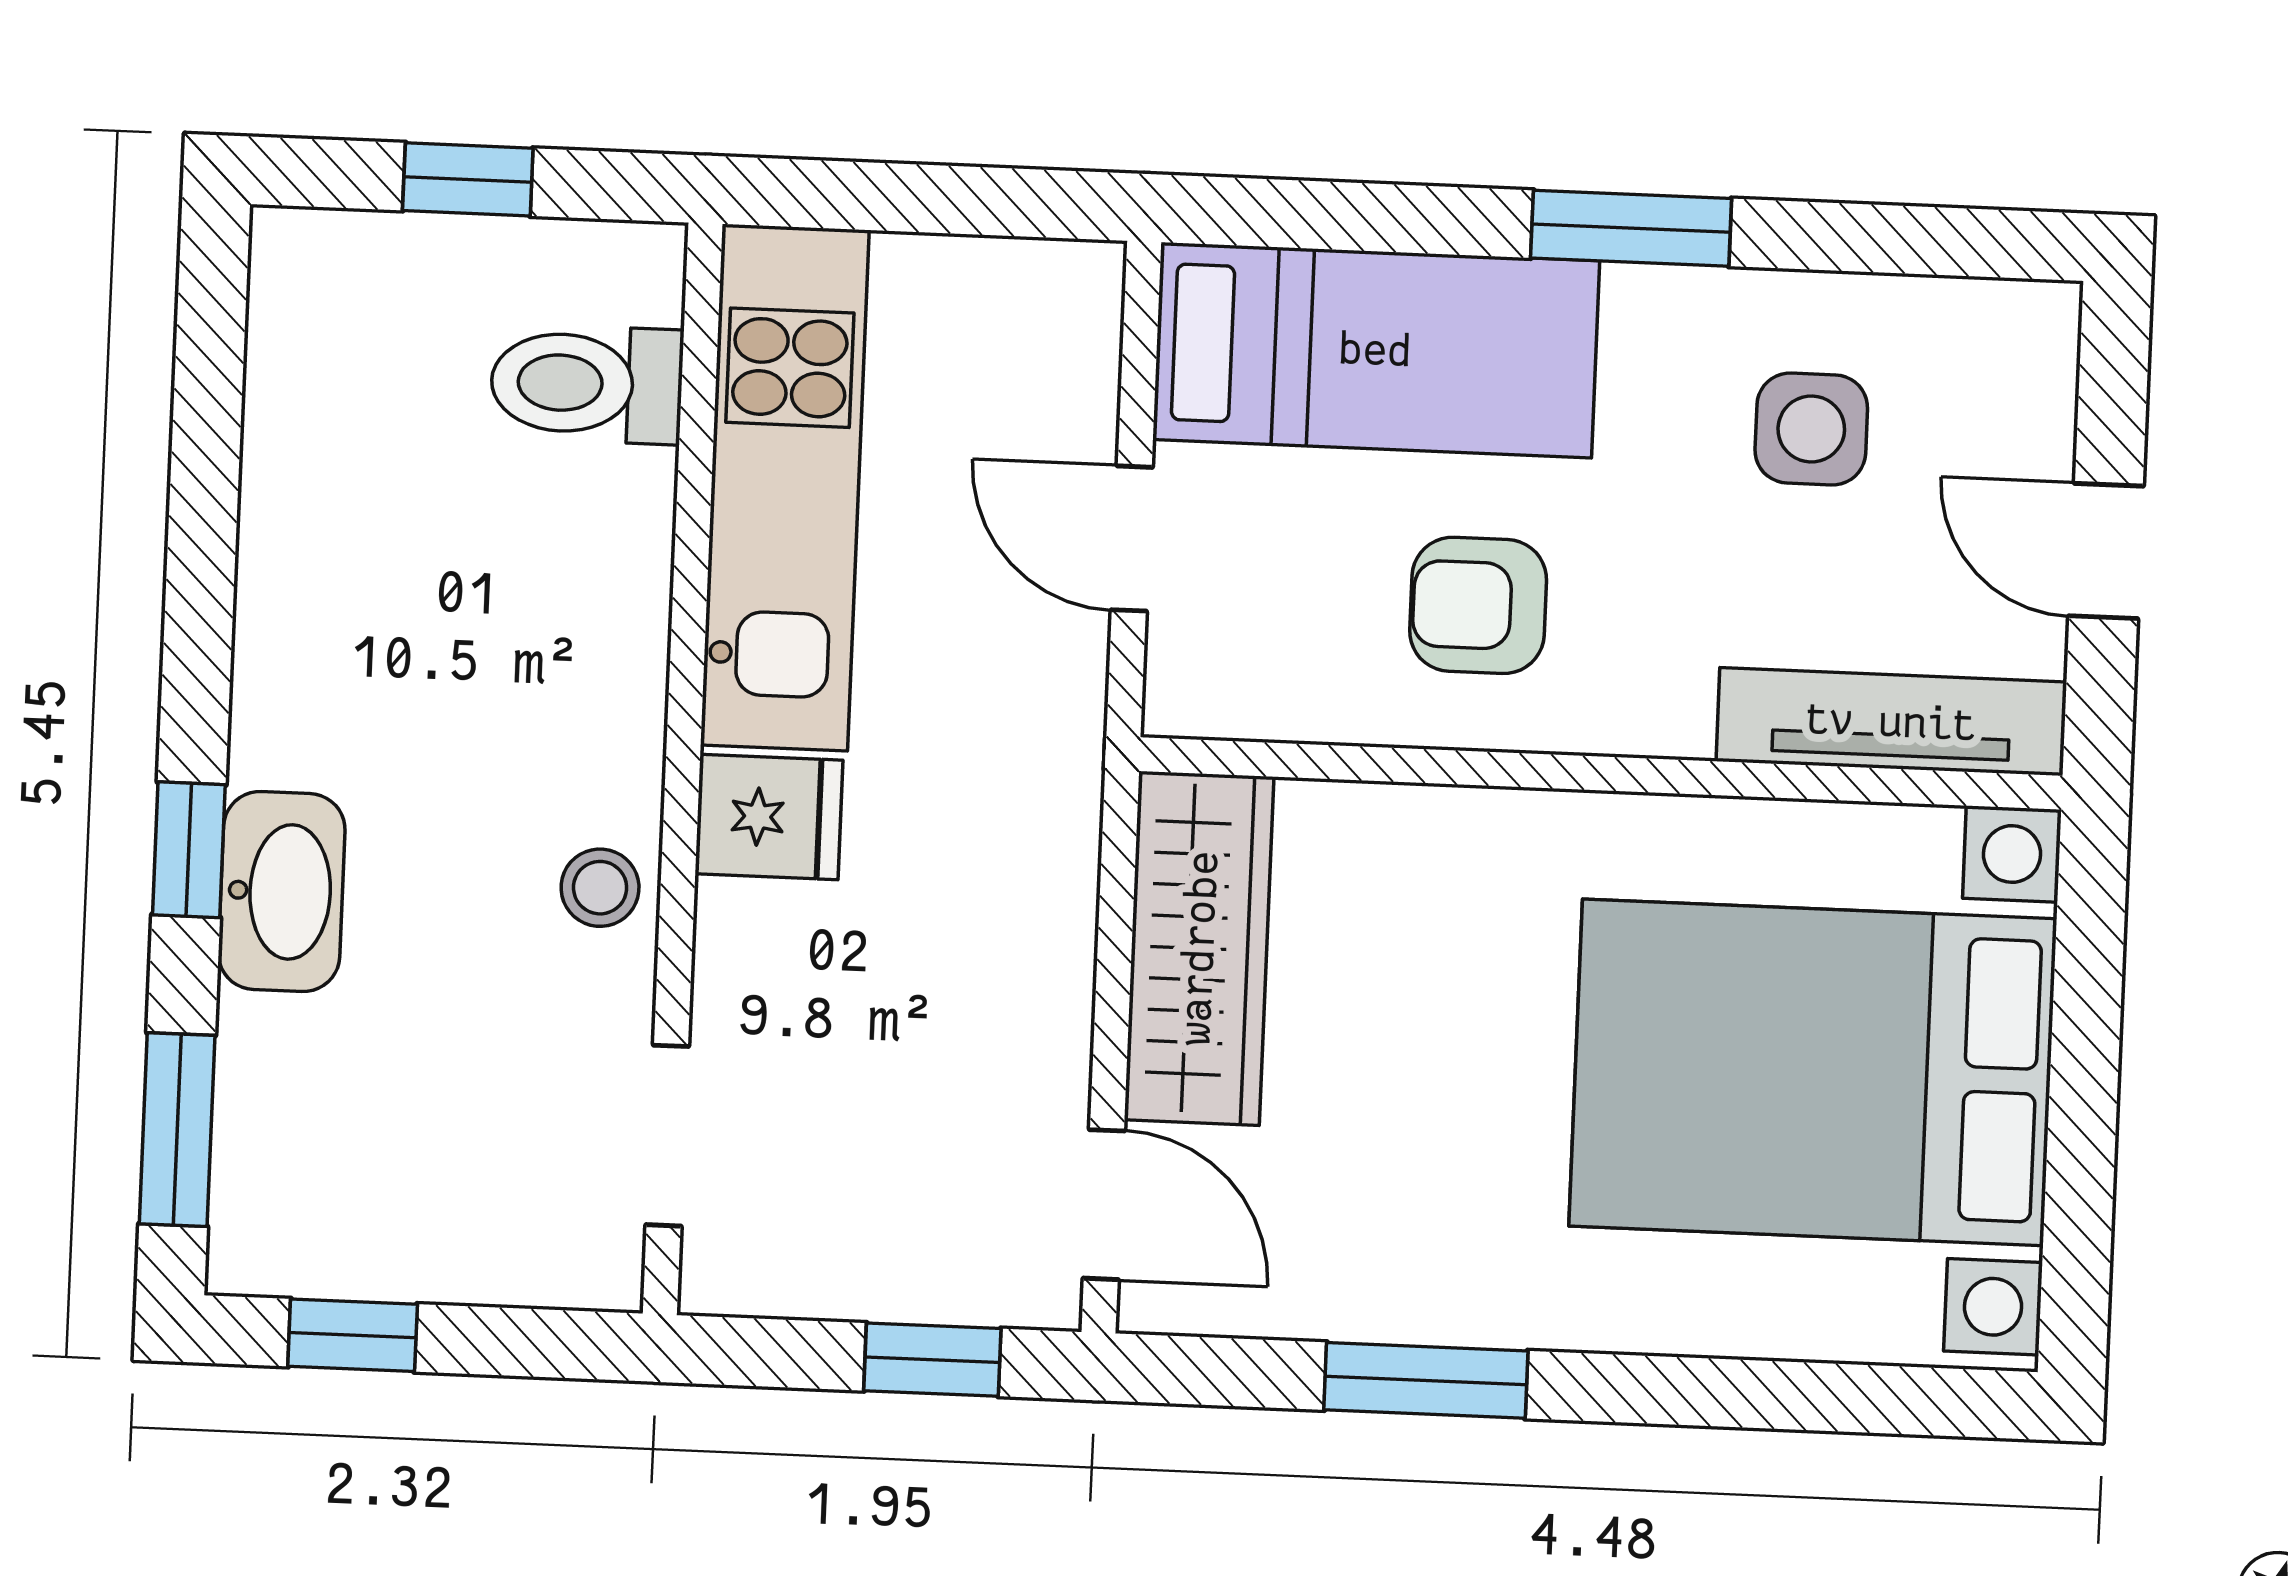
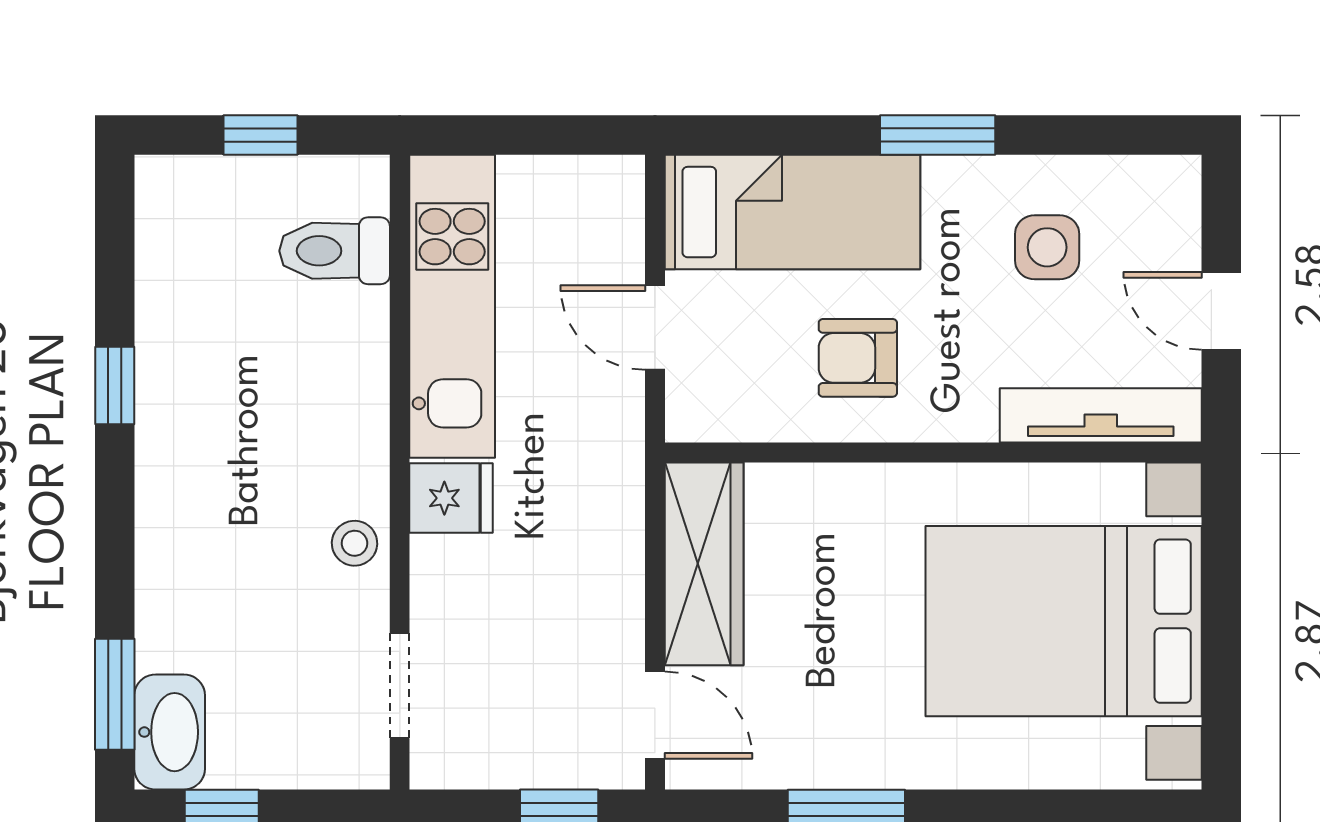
window: (189, 850) -> (115, 386), moved
washbasin: (282, 892) -> (170, 732), moved

